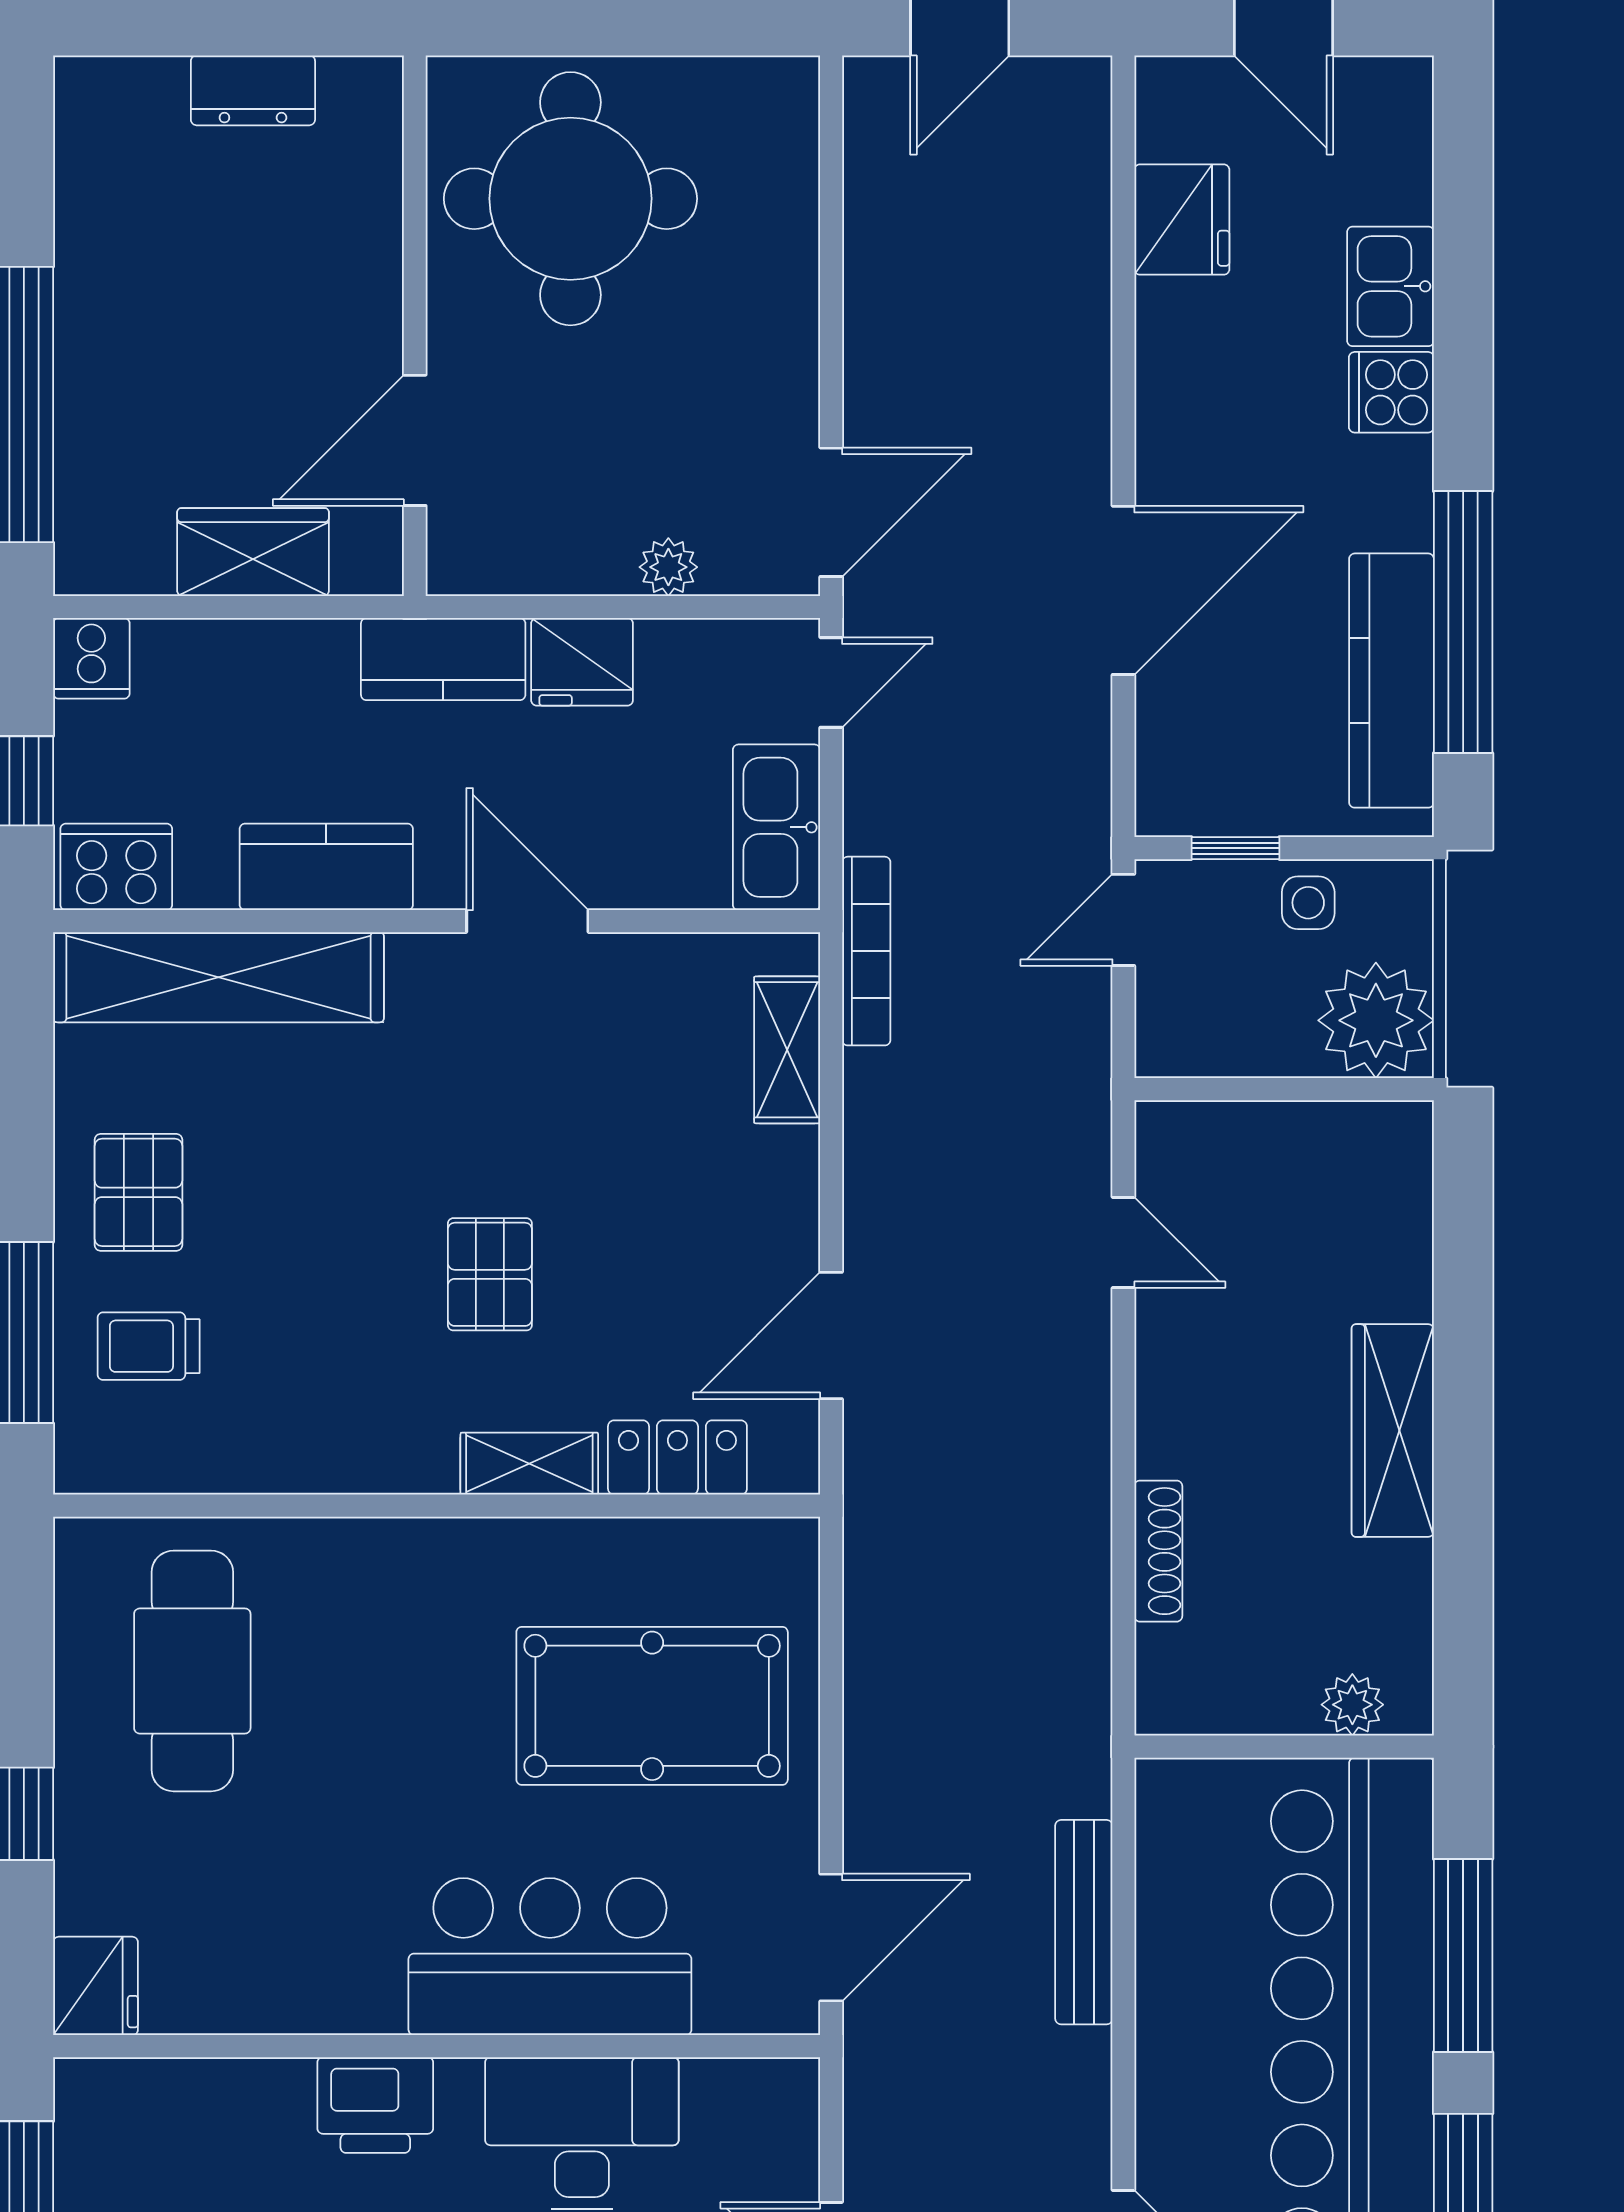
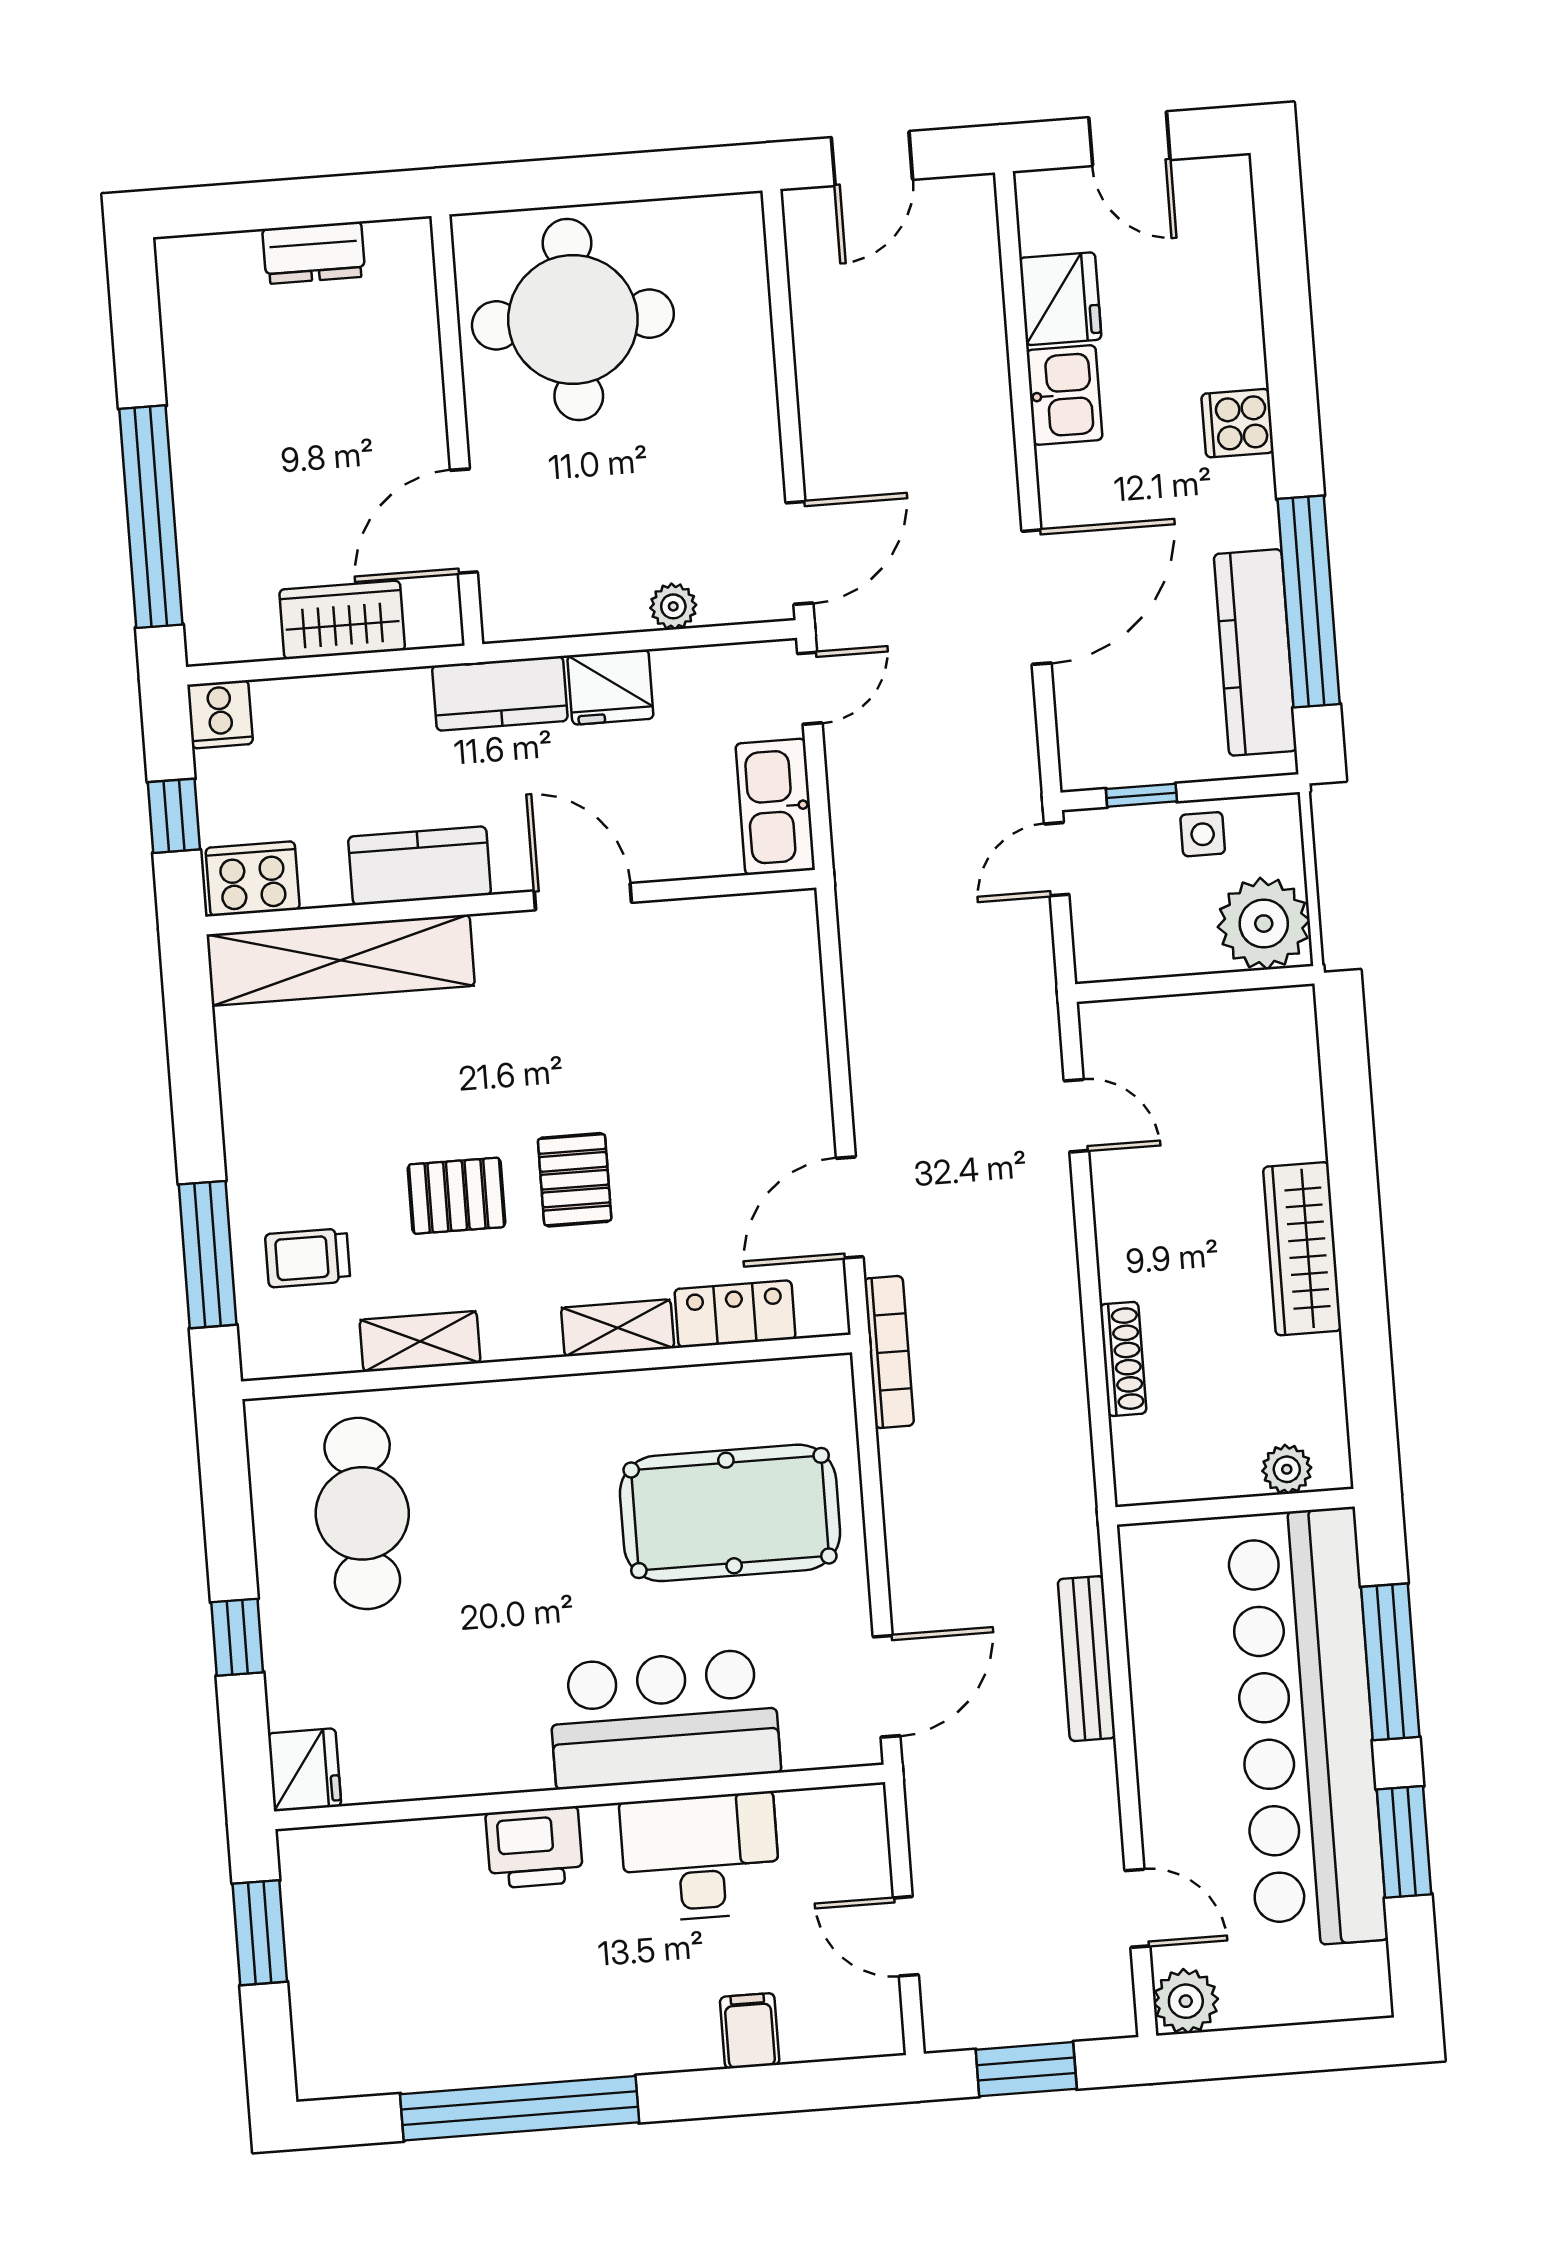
kitchen sink: (1391, 286) -> (1064, 395), moved, turned 180
bookcase: (866, 951) -> (889, 1352), moved
shelving: (787, 1050) -> (420, 1341), moved, turned 90
pallet: (138, 1192) -> (456, 1196), moved, turned 90

